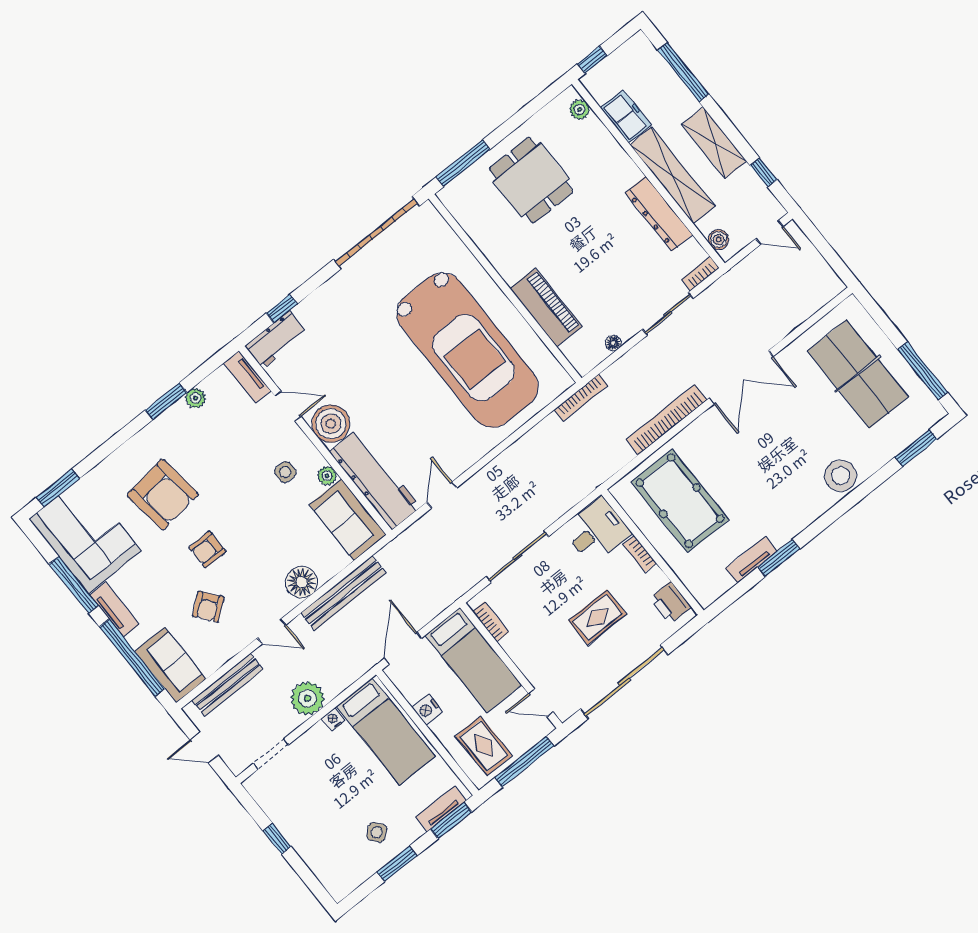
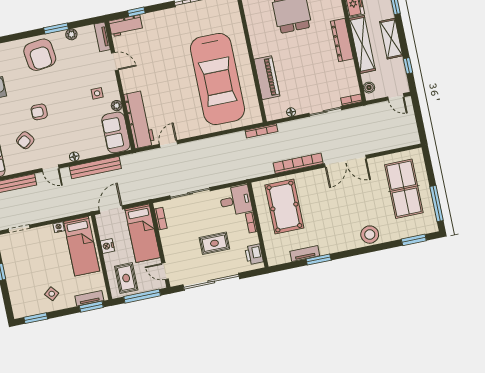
dresser: (659, 214) -> (342, 40), moved
boiler: (331, 424) -> (132, 81), removed
armchair: (163, 495) -> (40, 55), moved
floor lamp: (302, 582) -> (74, 157), width x0.53, depth x0.53
plant: (307, 698) -> (51, 210), removed
window: (397, 864) -> (36, 318), moved

